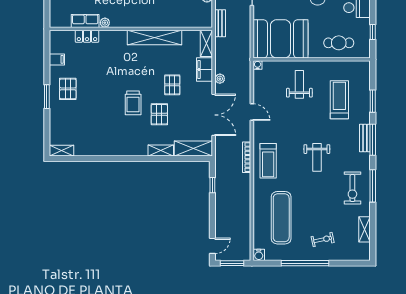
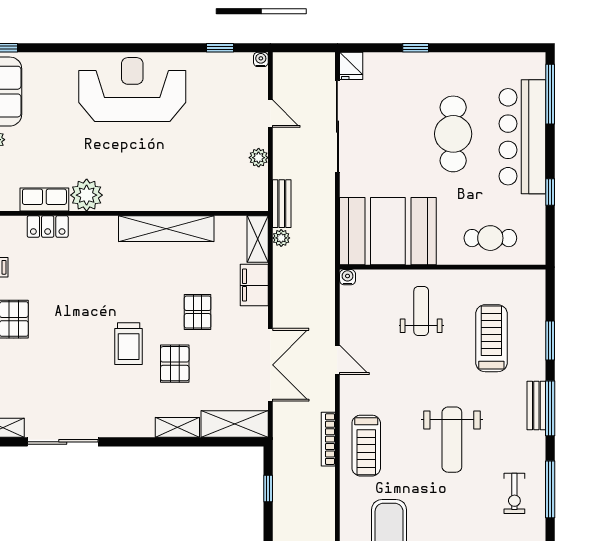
plant: (105, 23) -> (87, 195), width x1.87, depth x1.87
window: (373, 32) -> (550, 192), moved
plant: (220, 79) -> (281, 238), moved
weight bench: (317, 157) -> (452, 440), width x1.36, depth x1.33
sliding door: (96, 159) -> (63, 442), added
exercise bike: (352, 188) -> (514, 493), width x0.73, depth x0.72

